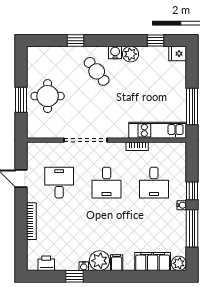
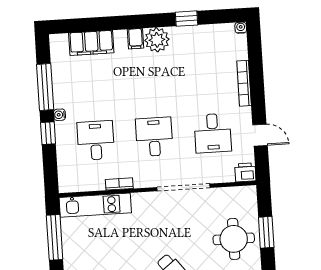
printer: (46, 263) -> (245, 172), moved, turned 180
plant: (179, 263) -> (59, 43), removed
water cooler: (84, 266) -> (241, 28), moved

